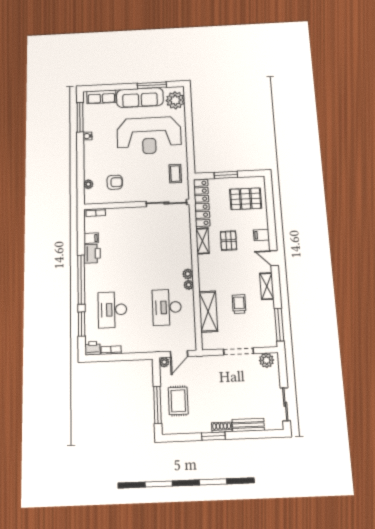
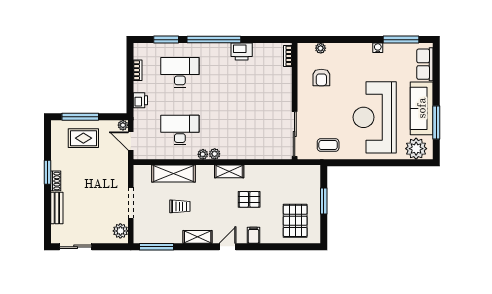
locker: (202, 203) -> (293, 173), removed
filing cabinet: (91, 238) -> (259, 51), removed
shelving: (202, 241) -> (229, 171), moved
printer: (93, 348) -> (140, 100), moved

